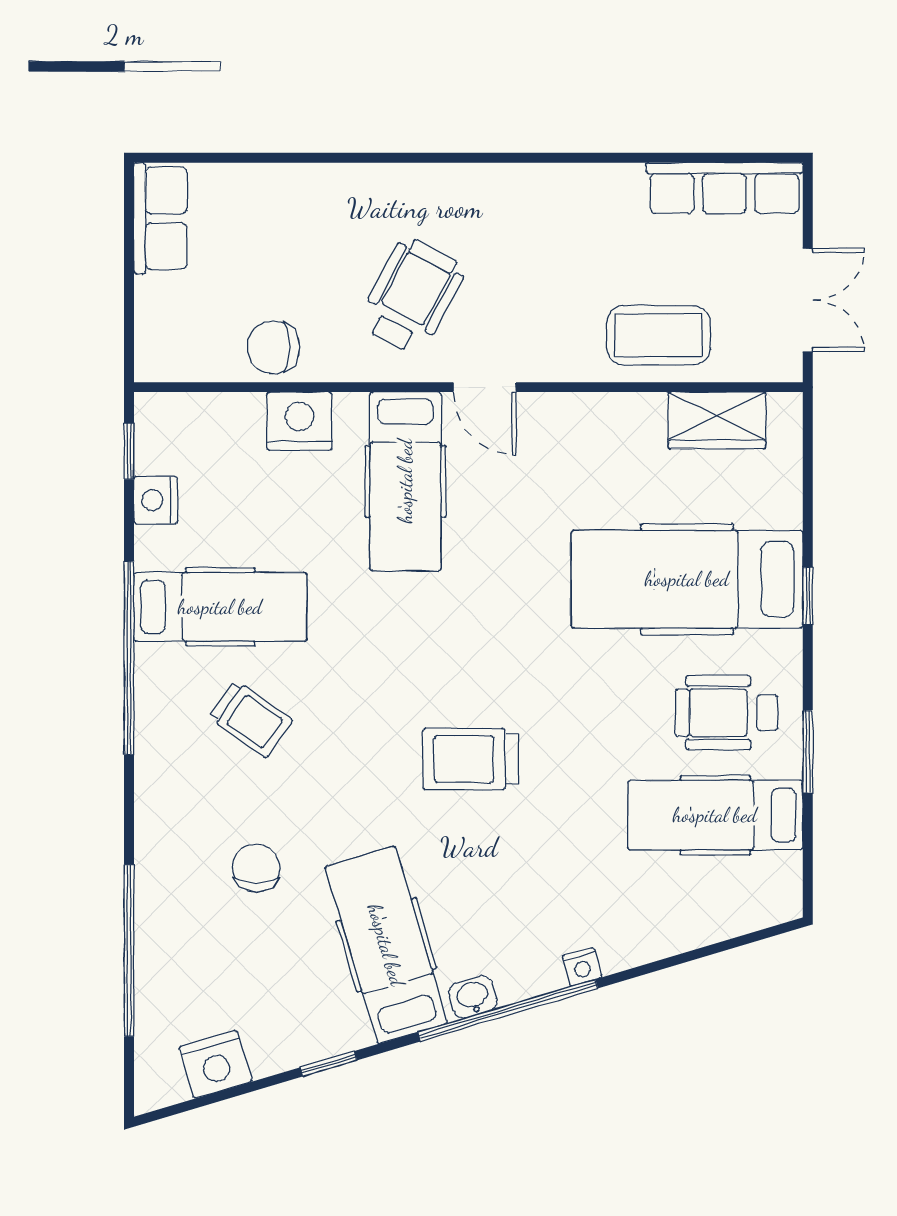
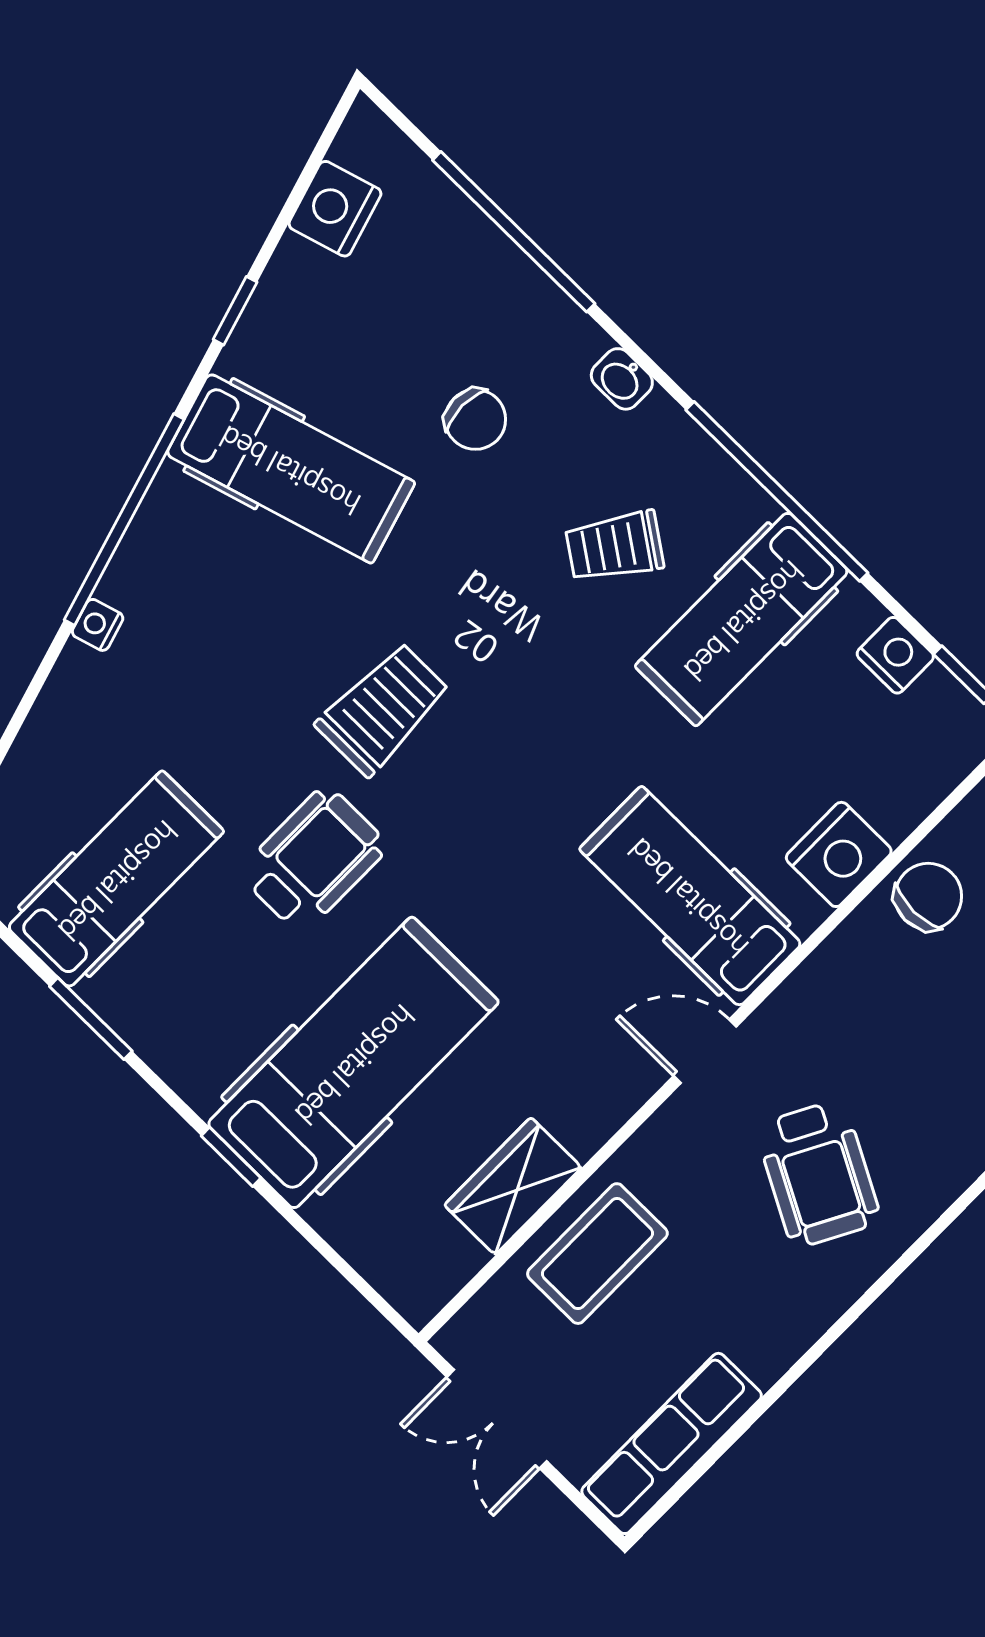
wheelchair: (412, 296) -> (818, 1174), moved
wardrobe: (717, 420) -> (513, 1186), moved
wheelchair: (726, 713) -> (314, 859), moved
washbasin: (473, 997) -> (622, 379), moved, turned 107

